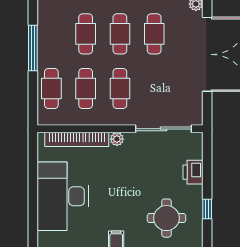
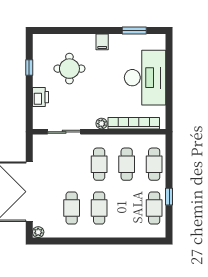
cafe table: (86, 34) -> (154, 208), moved
window: (33, 48) -> (169, 197), width x0.46
sliding door: (164, 129) -> (64, 132), width x0.73
round table: (166, 218) -> (69, 69), moved

